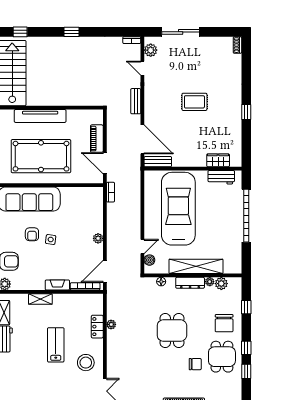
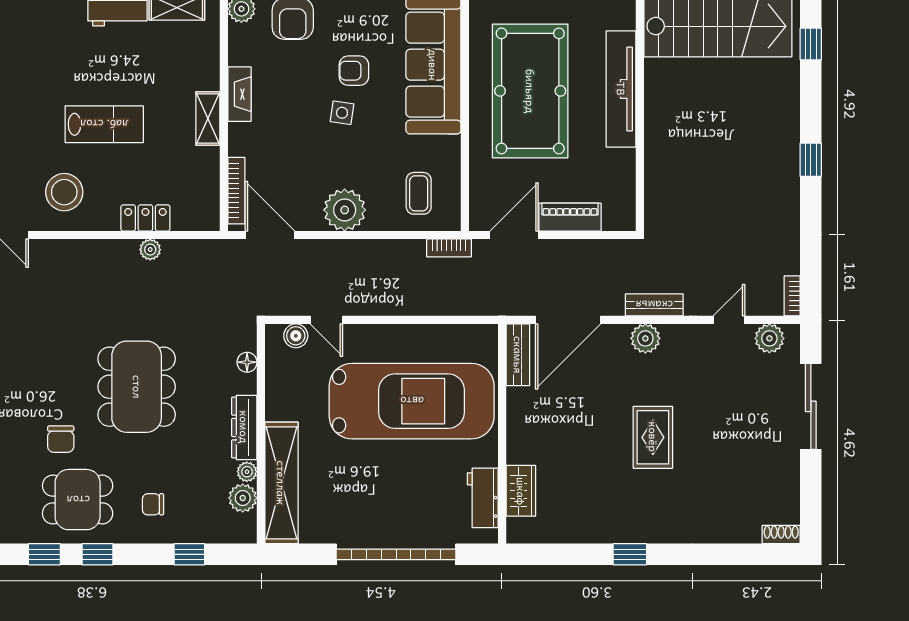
plant: (151, 105) -> (645, 338), added
coffee table: (86, 206) -> (419, 193), added
plant: (98, 238) -> (345, 210), width x1.88, depth x1.88
shelving: (196, 266) -> (281, 483), moved
fireplace: (57, 285) -> (239, 94), moved
shelving: (40, 299) -> (208, 119), moved
chair: (224, 323) -> (153, 504), width x0.54, depth x0.54
dining table: (172, 331) -> (137, 387), width x1.38

